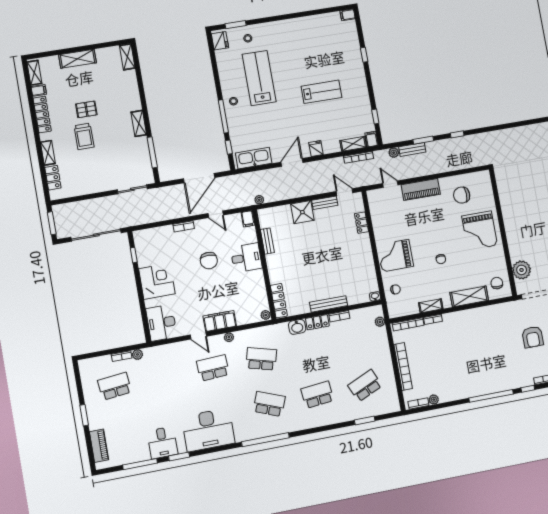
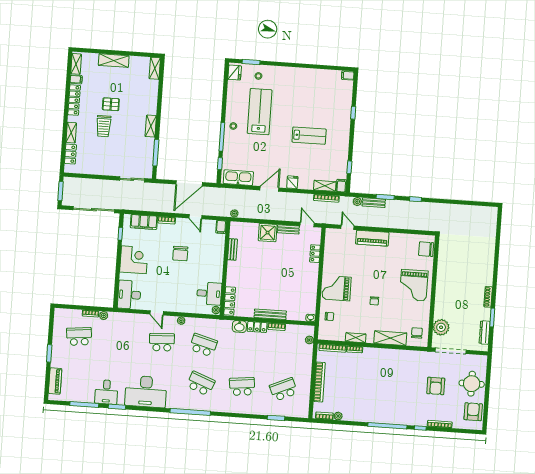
chair: (462, 195) -> (426, 249), moved
desk: (246, 258) -> (209, 294), moved
filing cabinet: (220, 321) -> (144, 222), moved, turned 180

